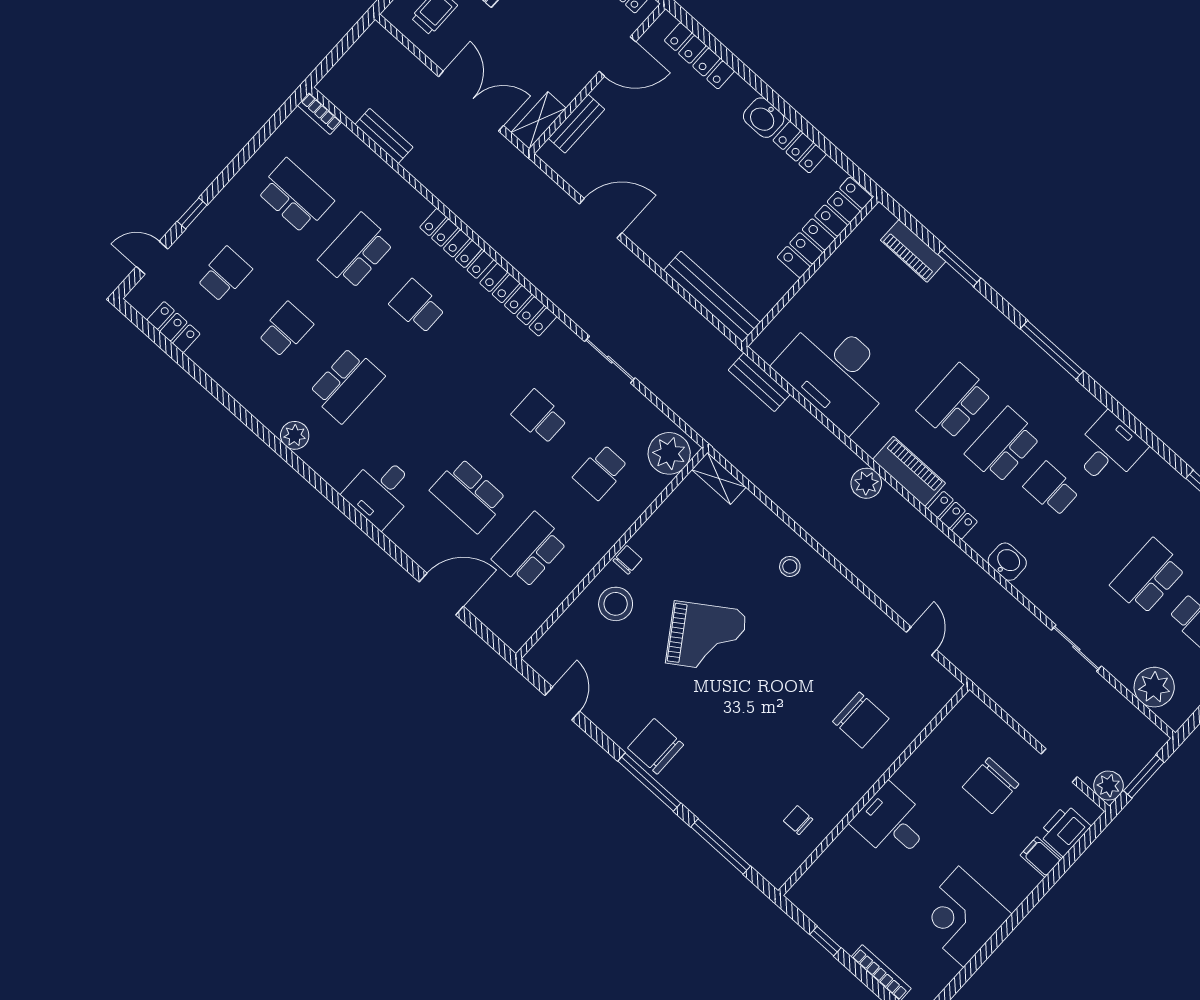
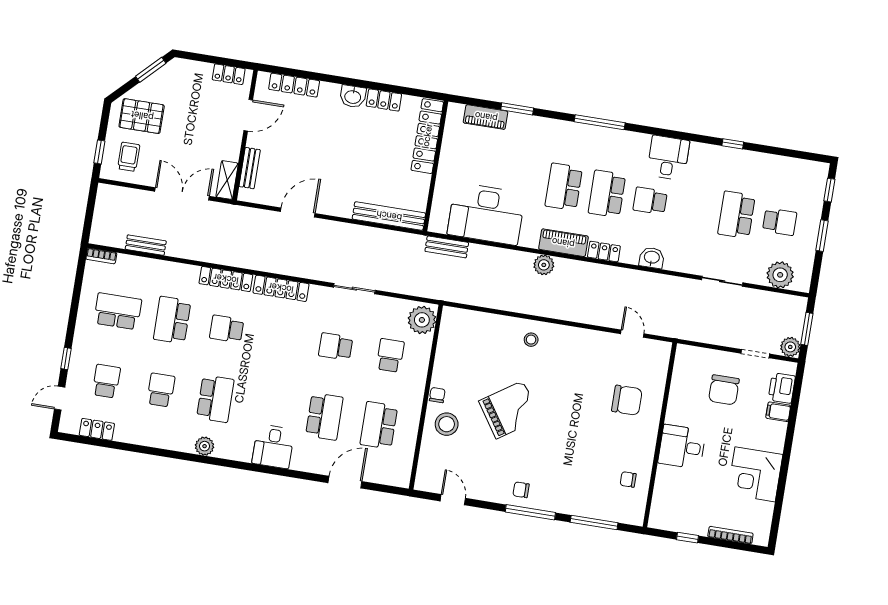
school desk: (601, 472) -> (390, 355), turned 180
shelving: (719, 478) -> (459, 316), removed
school desk: (469, 495) -> (324, 416), turned -90
chair: (656, 746) -> (521, 490), width x0.54, depth x0.54

